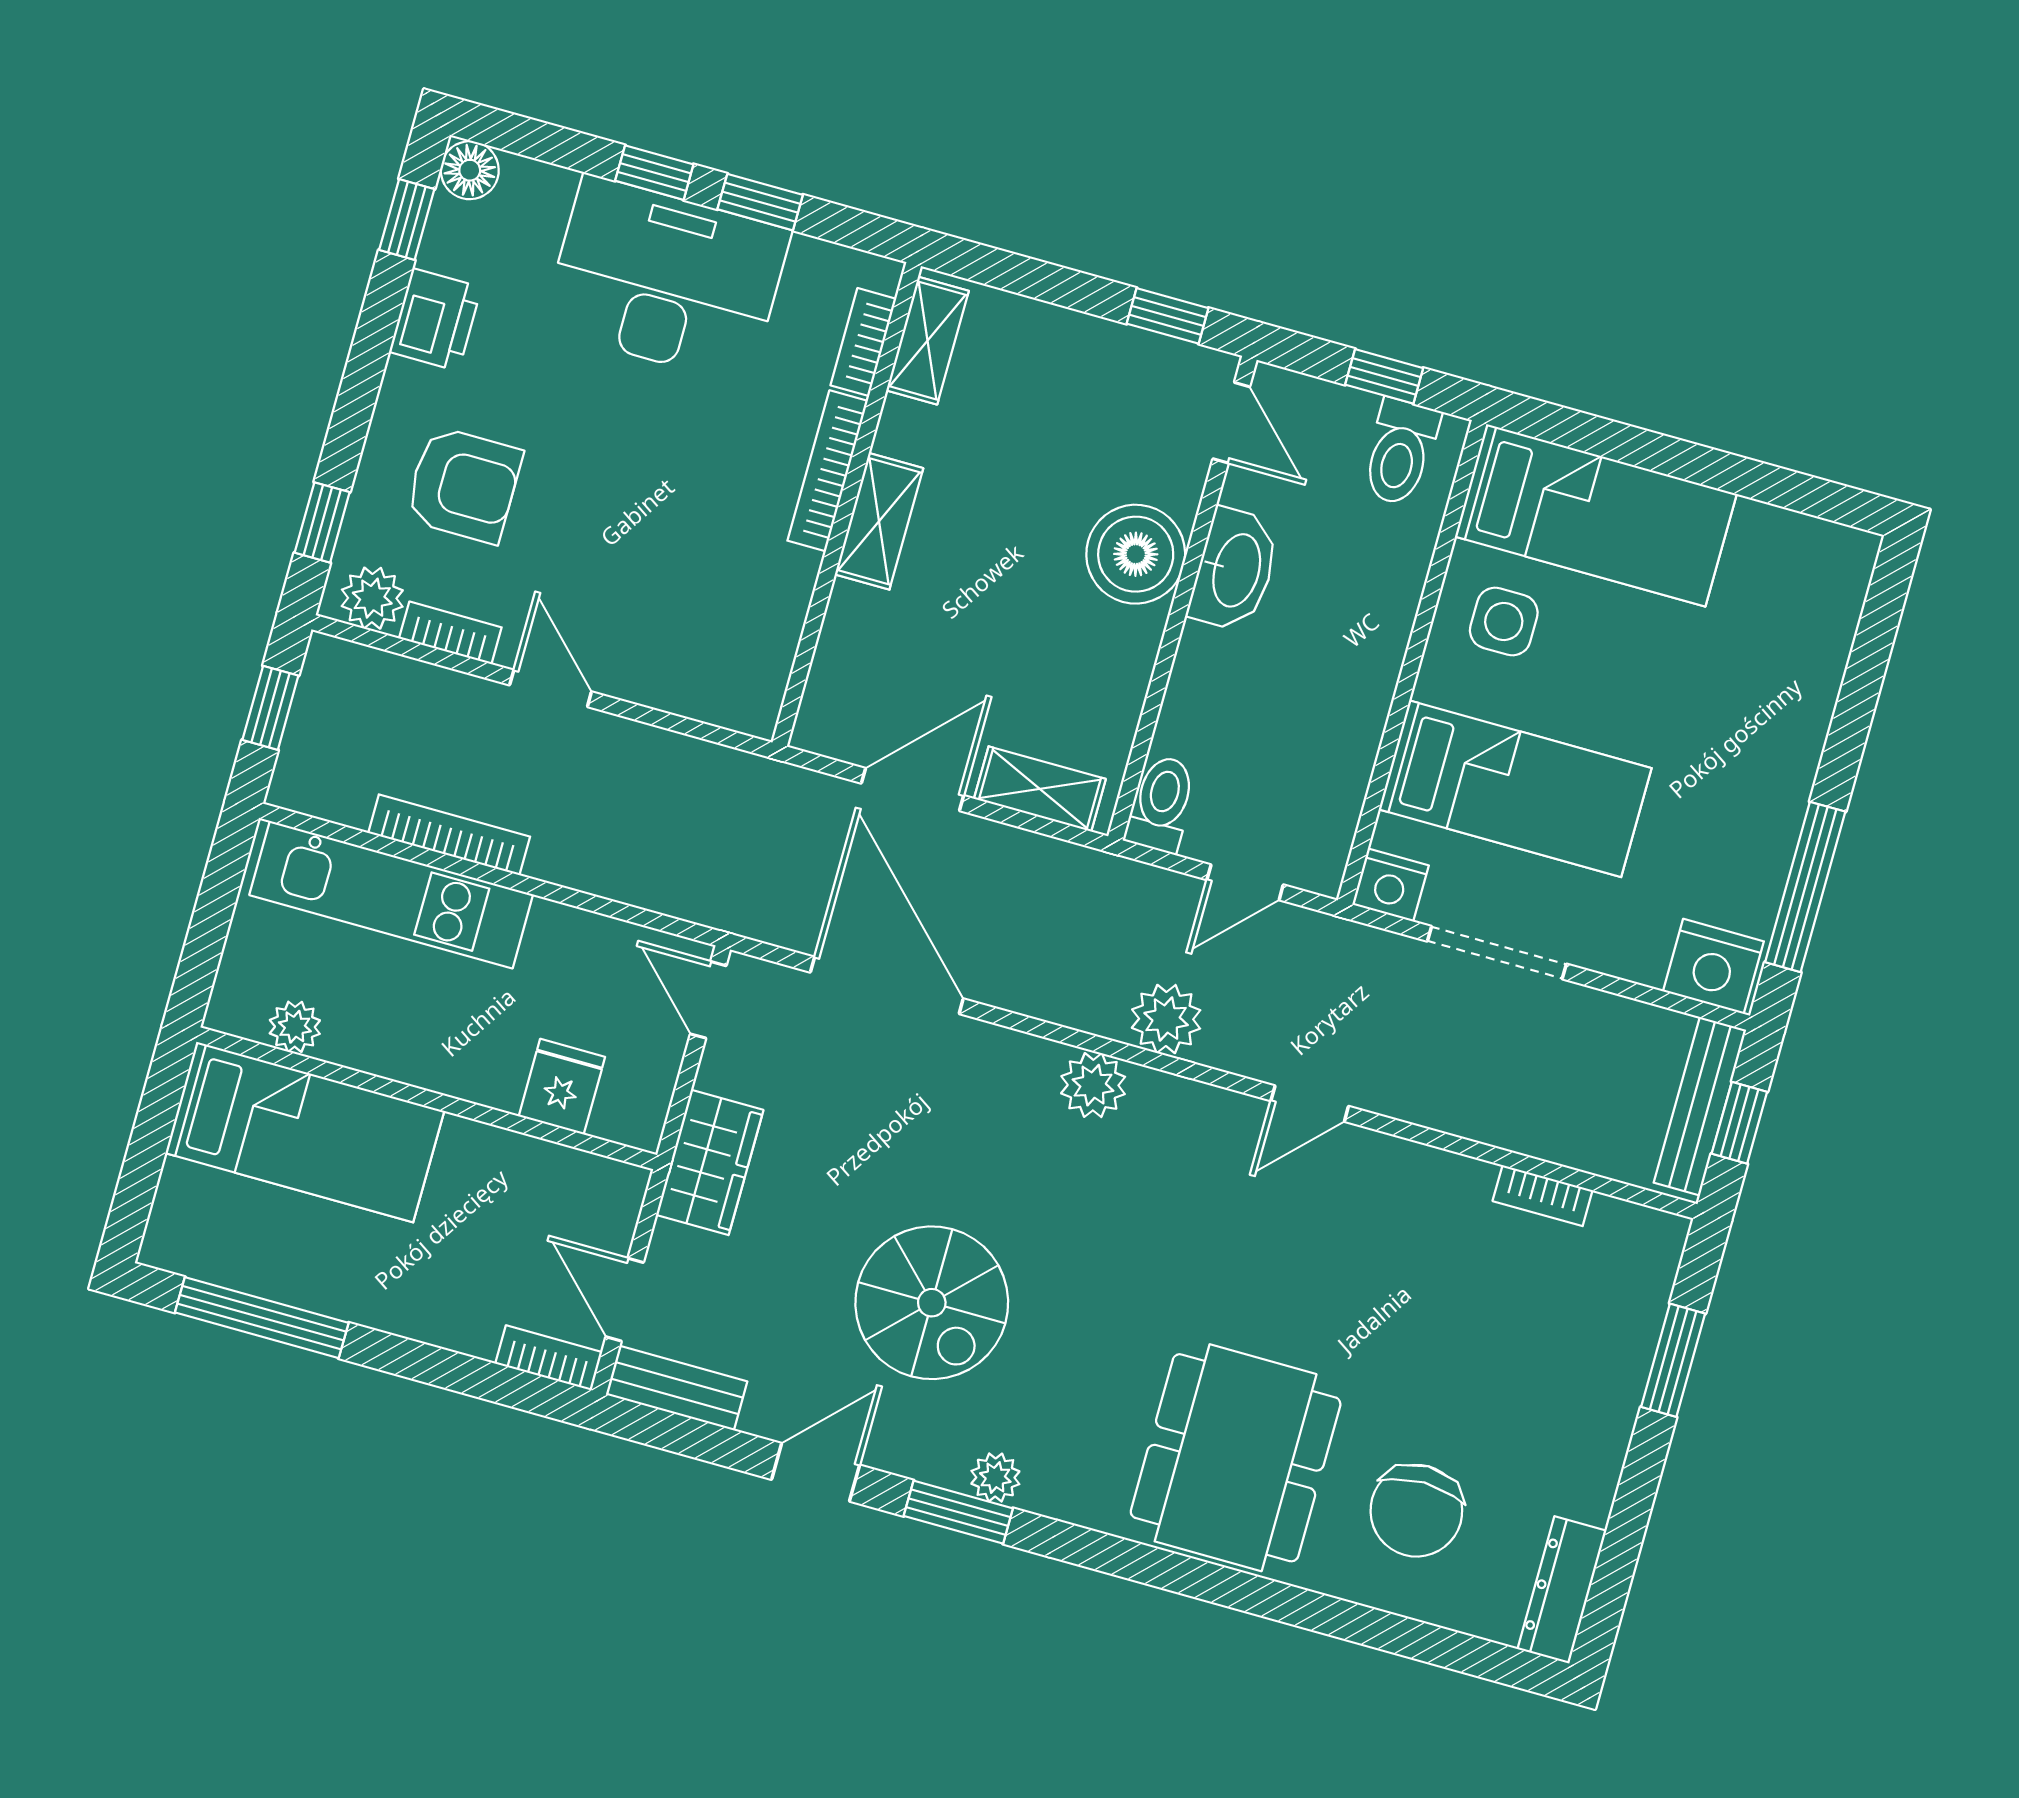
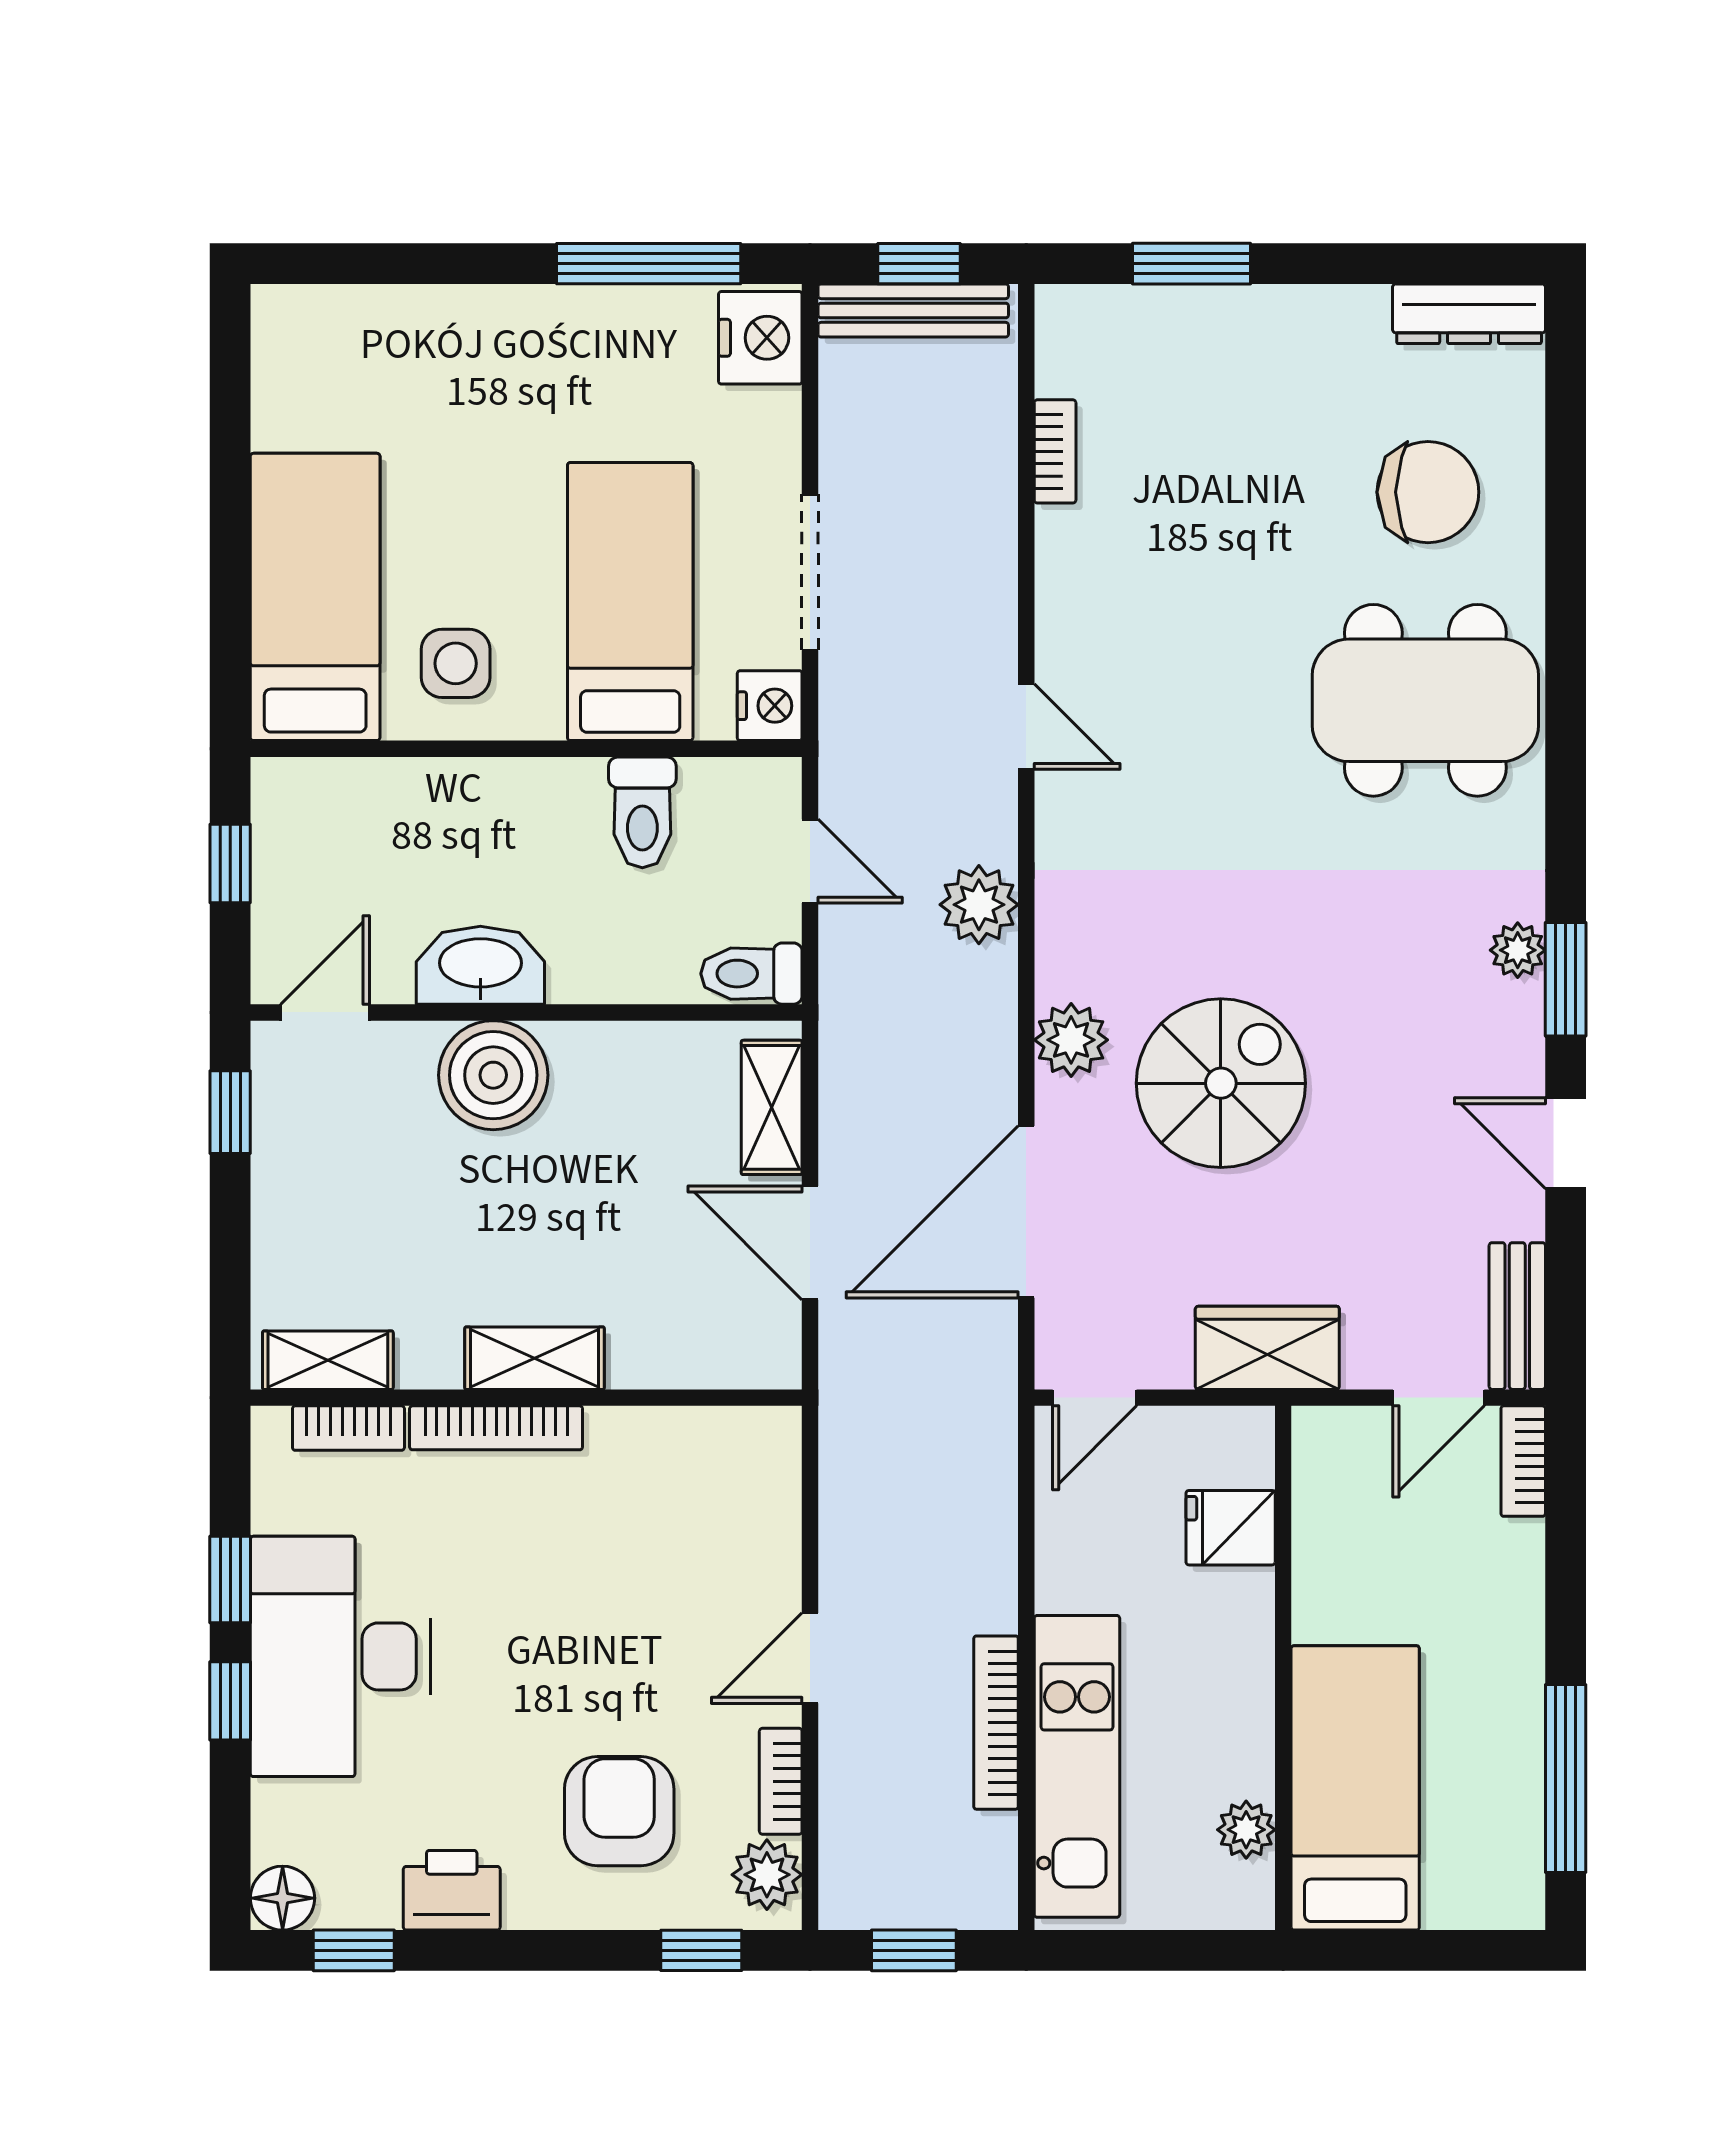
toilet: (1400, 452) -> (642, 812), moved, turned 90
plant: (1093, 1085) -> (1071, 1040), moved
spiral stairs: (932, 1303) -> (1221, 1083), moved

